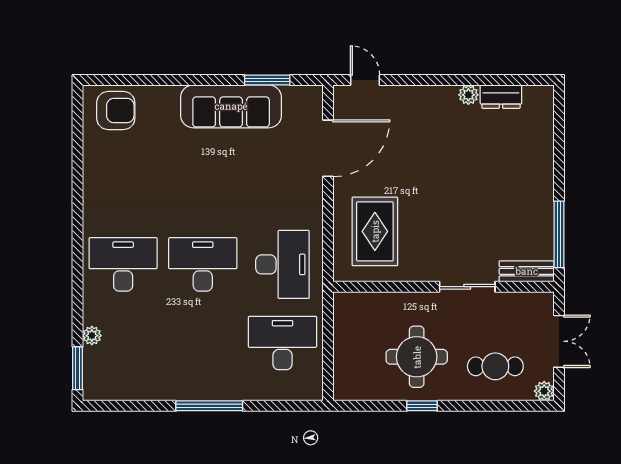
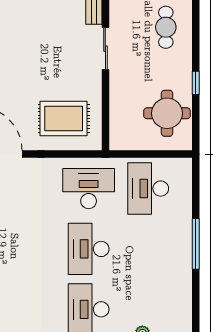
round table: (417, 357) -> (167, 113), moved

